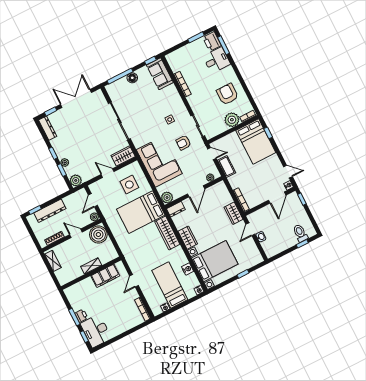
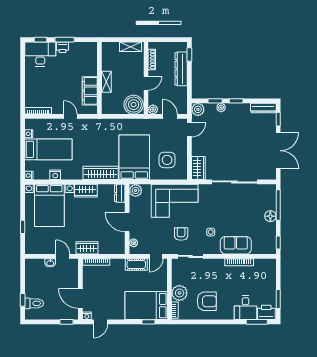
sofa: (160, 74) -> (236, 245), moved
door: (108, 173) -> (189, 130), moved

